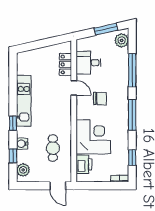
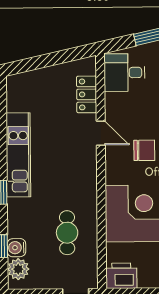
desk: (88, 63) -> (124, 73), moved
water cooler: (22, 144) -> (16, 248), moved
printer: (84, 164) -> (121, 276), moved, turned -90

